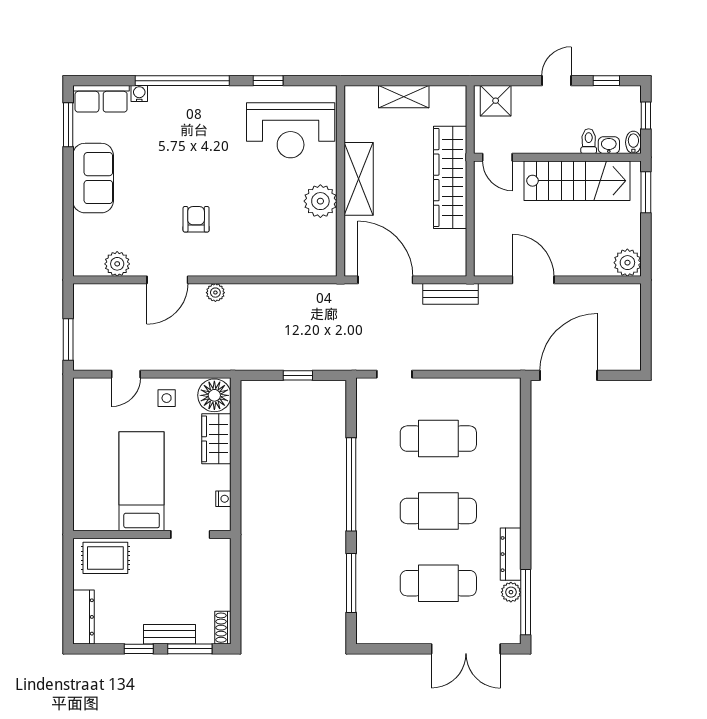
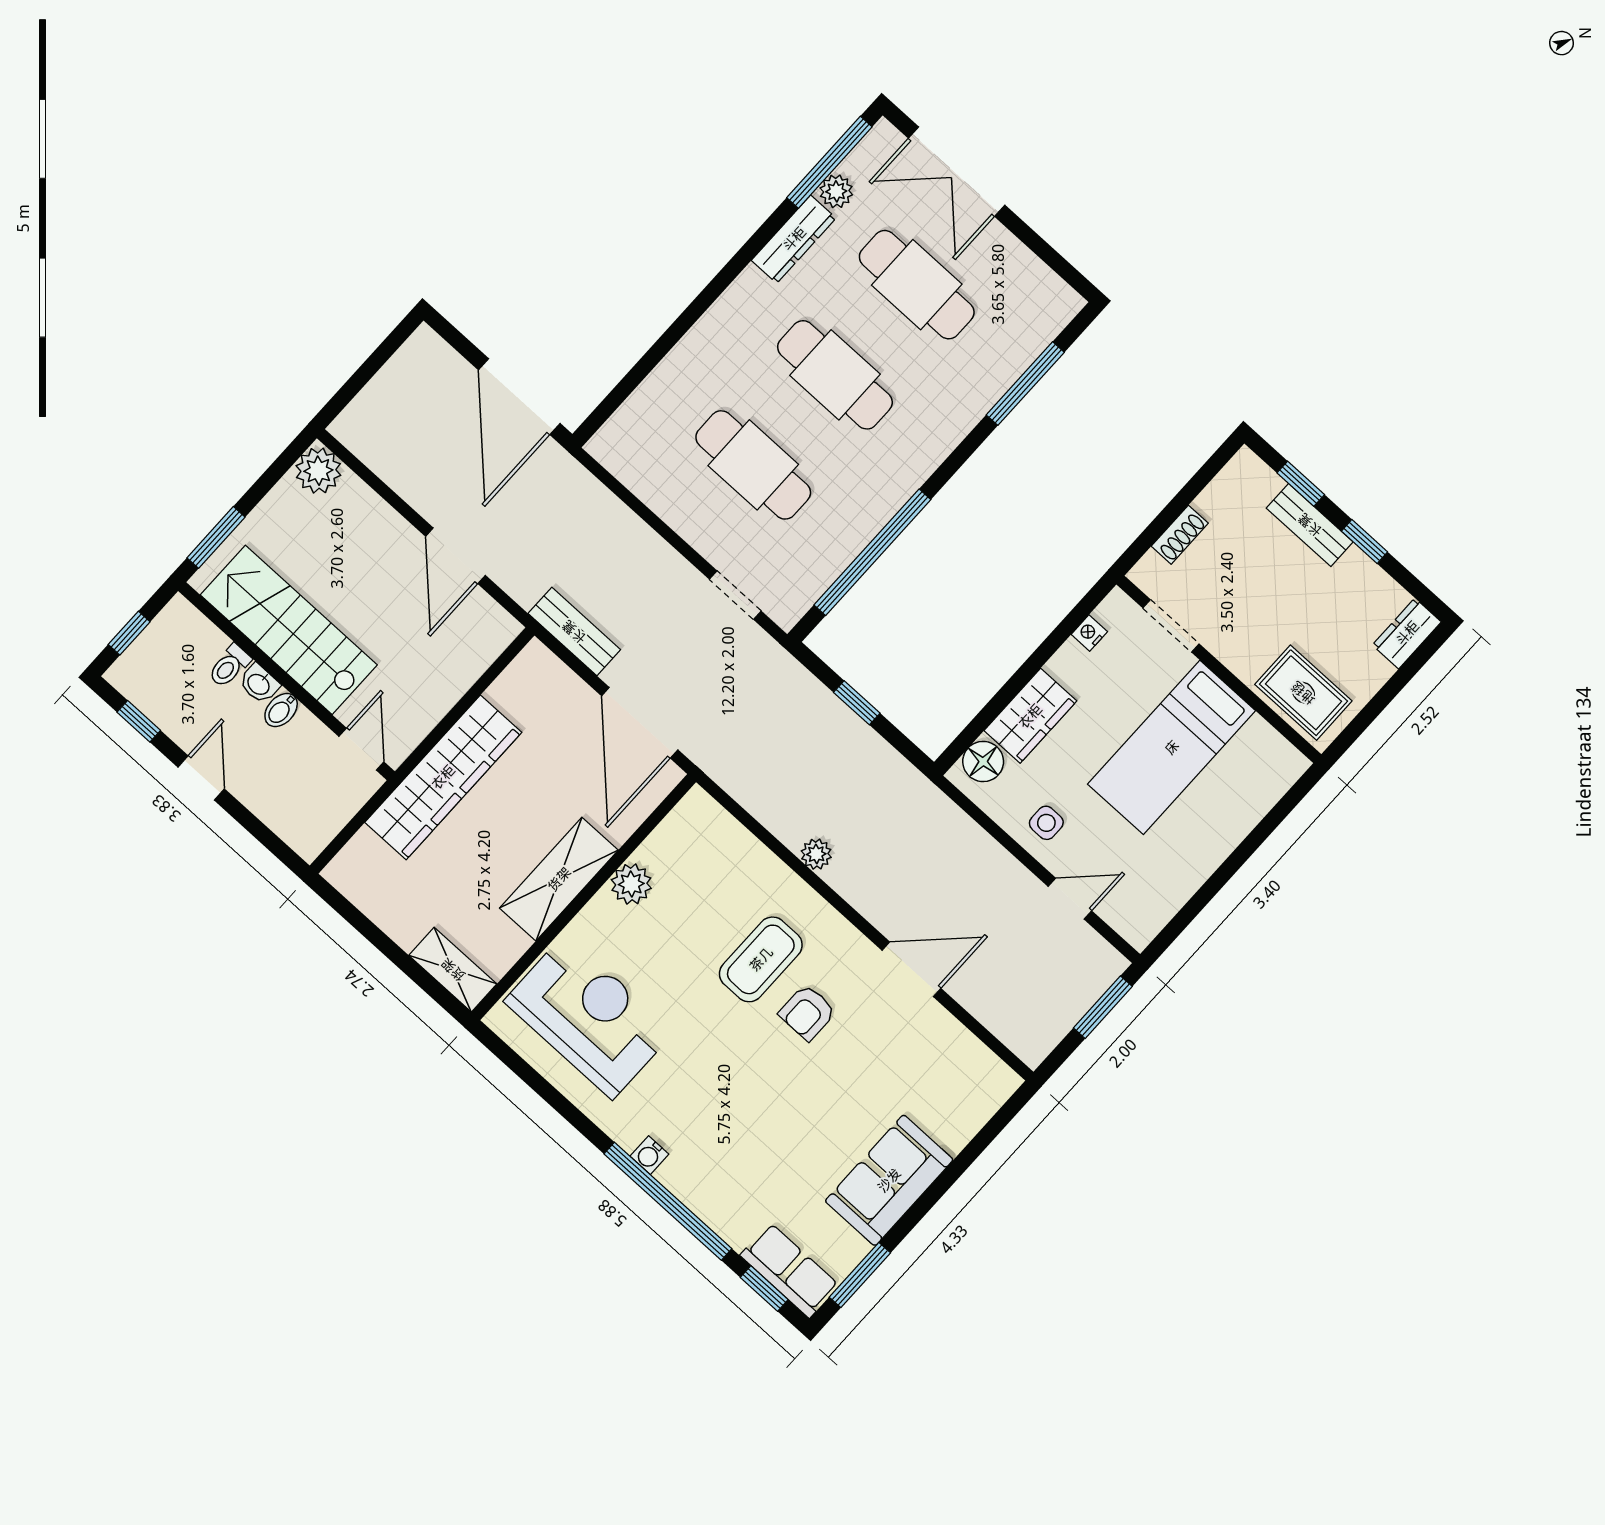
window: (268, 81) -> (764, 1288), moved
door: (556, 81) -> (201, 778), swing flipped
water cooler: (139, 94) -> (649, 1155), moved
shelving: (404, 97) -> (453, 970), moved
shower: (496, 101) -> (300, 822), removed
bidet: (633, 142) -> (281, 710), moved
washbasin: (609, 145) -> (259, 684), moved
plant: (320, 201) -> (631, 884), width x0.73, depth x0.73
coffee table: (238, 224) -> (761, 959), added
plant: (117, 264) -> (956, 1046), removed
plant: (215, 293) -> (816, 854), moved
door: (569, 375) -> (519, 397), hinge flipped
floor lamp: (214, 395) -> (983, 762), width x0.73, depth x0.73
window: (351, 484) -> (872, 552), moved
dresser: (84, 617) -> (1407, 633), width x0.70
shoe rack: (223, 628) -> (1180, 535), moved
window: (190, 649) -> (1301, 484), width x0.67
double door: (466, 649) -> (957, 172), swing flipped

